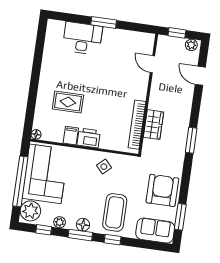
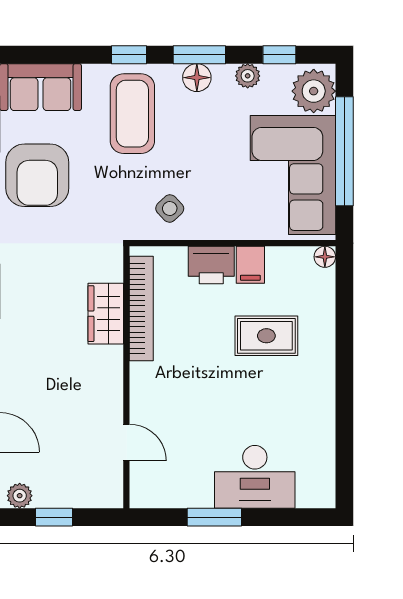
door: (152, 64) -> (126, 443), moved
wall: (148, 94) -> (126, 377), moved
bookcase: (137, 125) -> (141, 308), moved
wardrobe: (153, 125) -> (106, 314), moved

